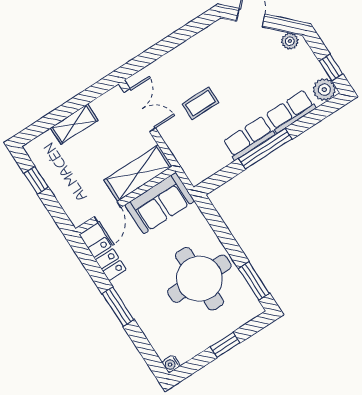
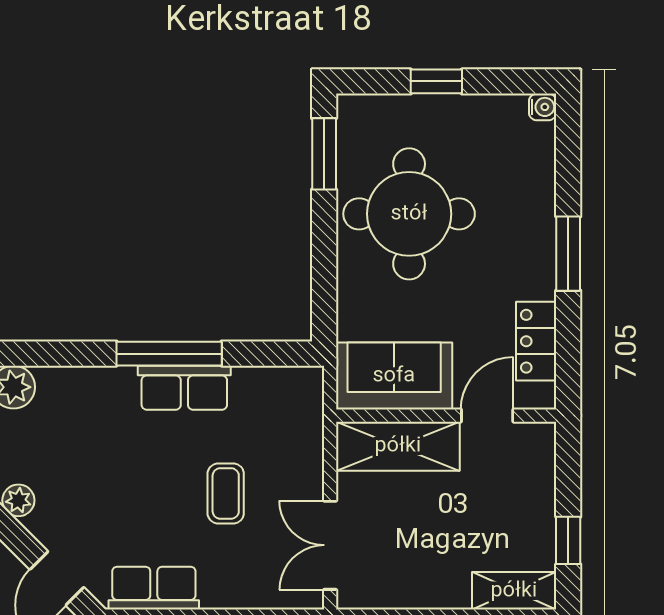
coffee table: (200, 103) -> (226, 493), turned 90
row of seats: (291, 111) -> (154, 588), moved, turned 180
shelving: (74, 124) -> (514, 591), moved

